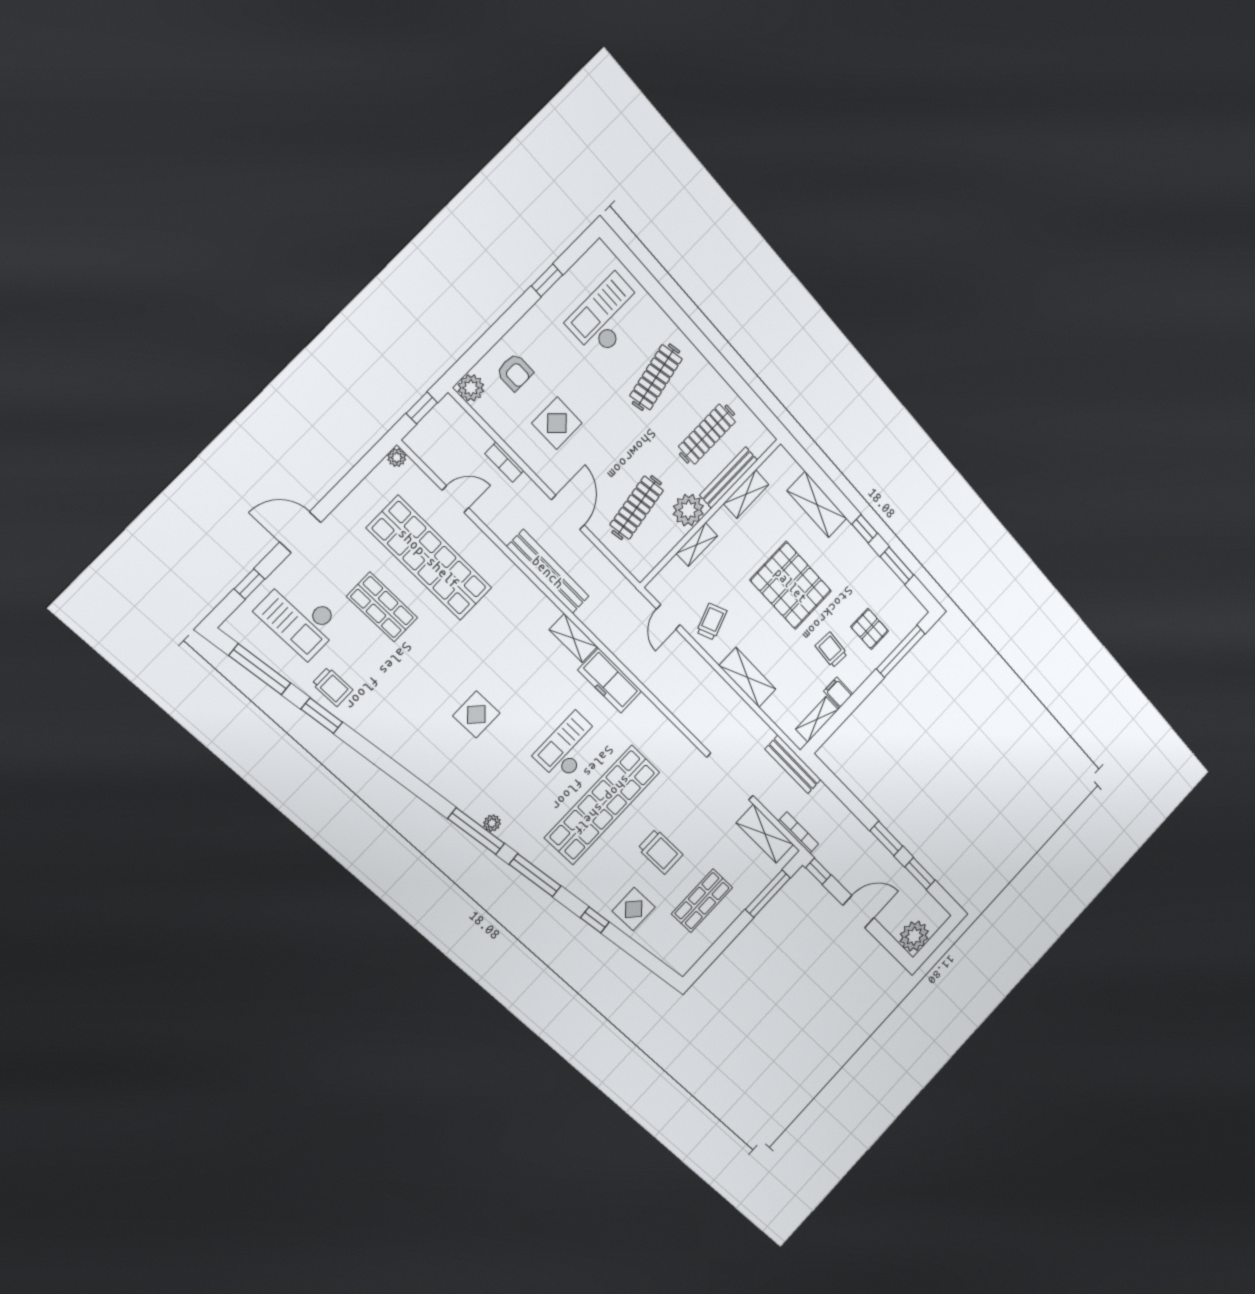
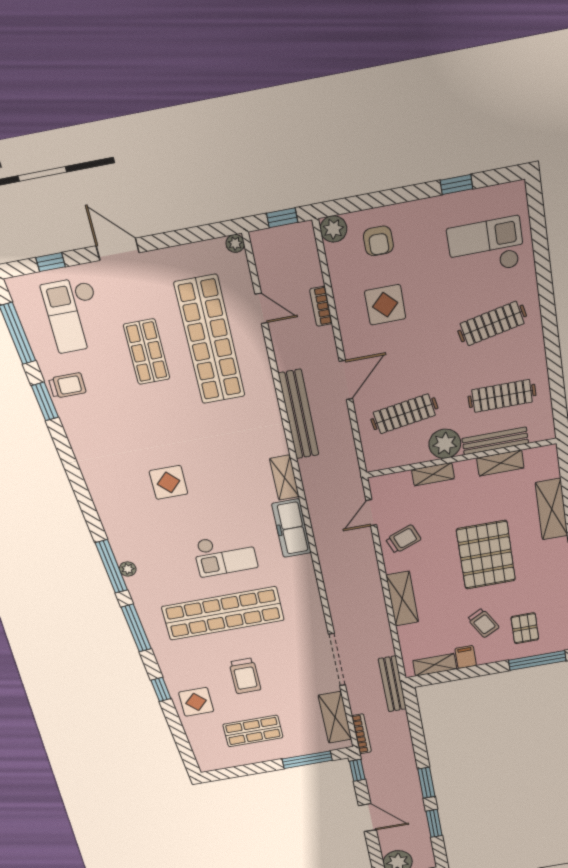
trolley: (831, 650) -> (483, 623), turned 147
trolley: (332, 687) -> (67, 385), turned -90
checkout: (568, 747) -> (225, 555), turned 180

